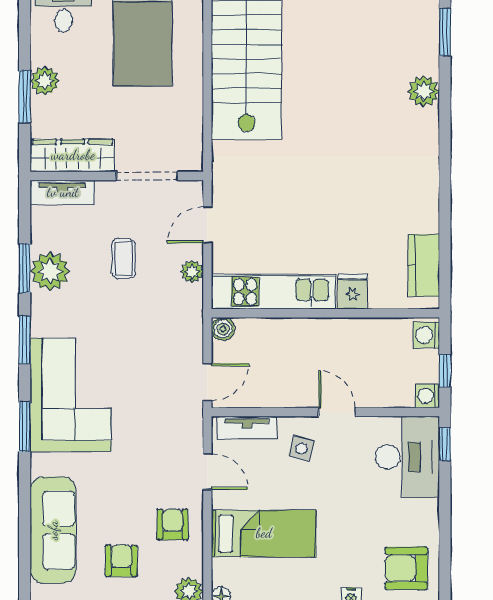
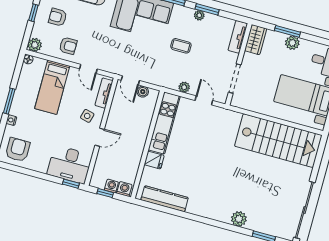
wardrobe: (73, 155) -> (256, 40), width x0.67
coffee table: (124, 259) -> (181, 46), moved
kitchen counter: (424, 265) -> (165, 199), width x1.50
plant: (50, 271) -> (199, 15), width x0.53, depth x0.53
boiler: (223, 329) -> (143, 92), moved
washing machine: (427, 396) -> (111, 186), moved
door: (207, 472) -> (88, 69), hinge flipped
armchair: (121, 561) -> (58, 17), turned 180

